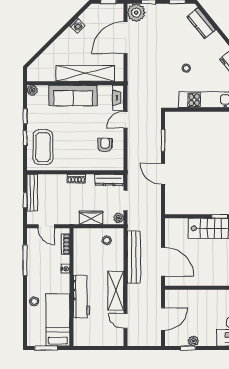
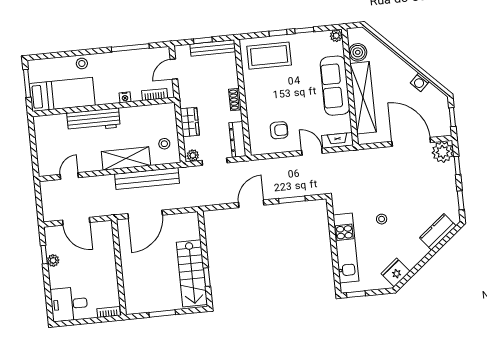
boiler: (48, 74) -> (358, 52), added
shelving: (116, 291) -> (126, 159), moved

